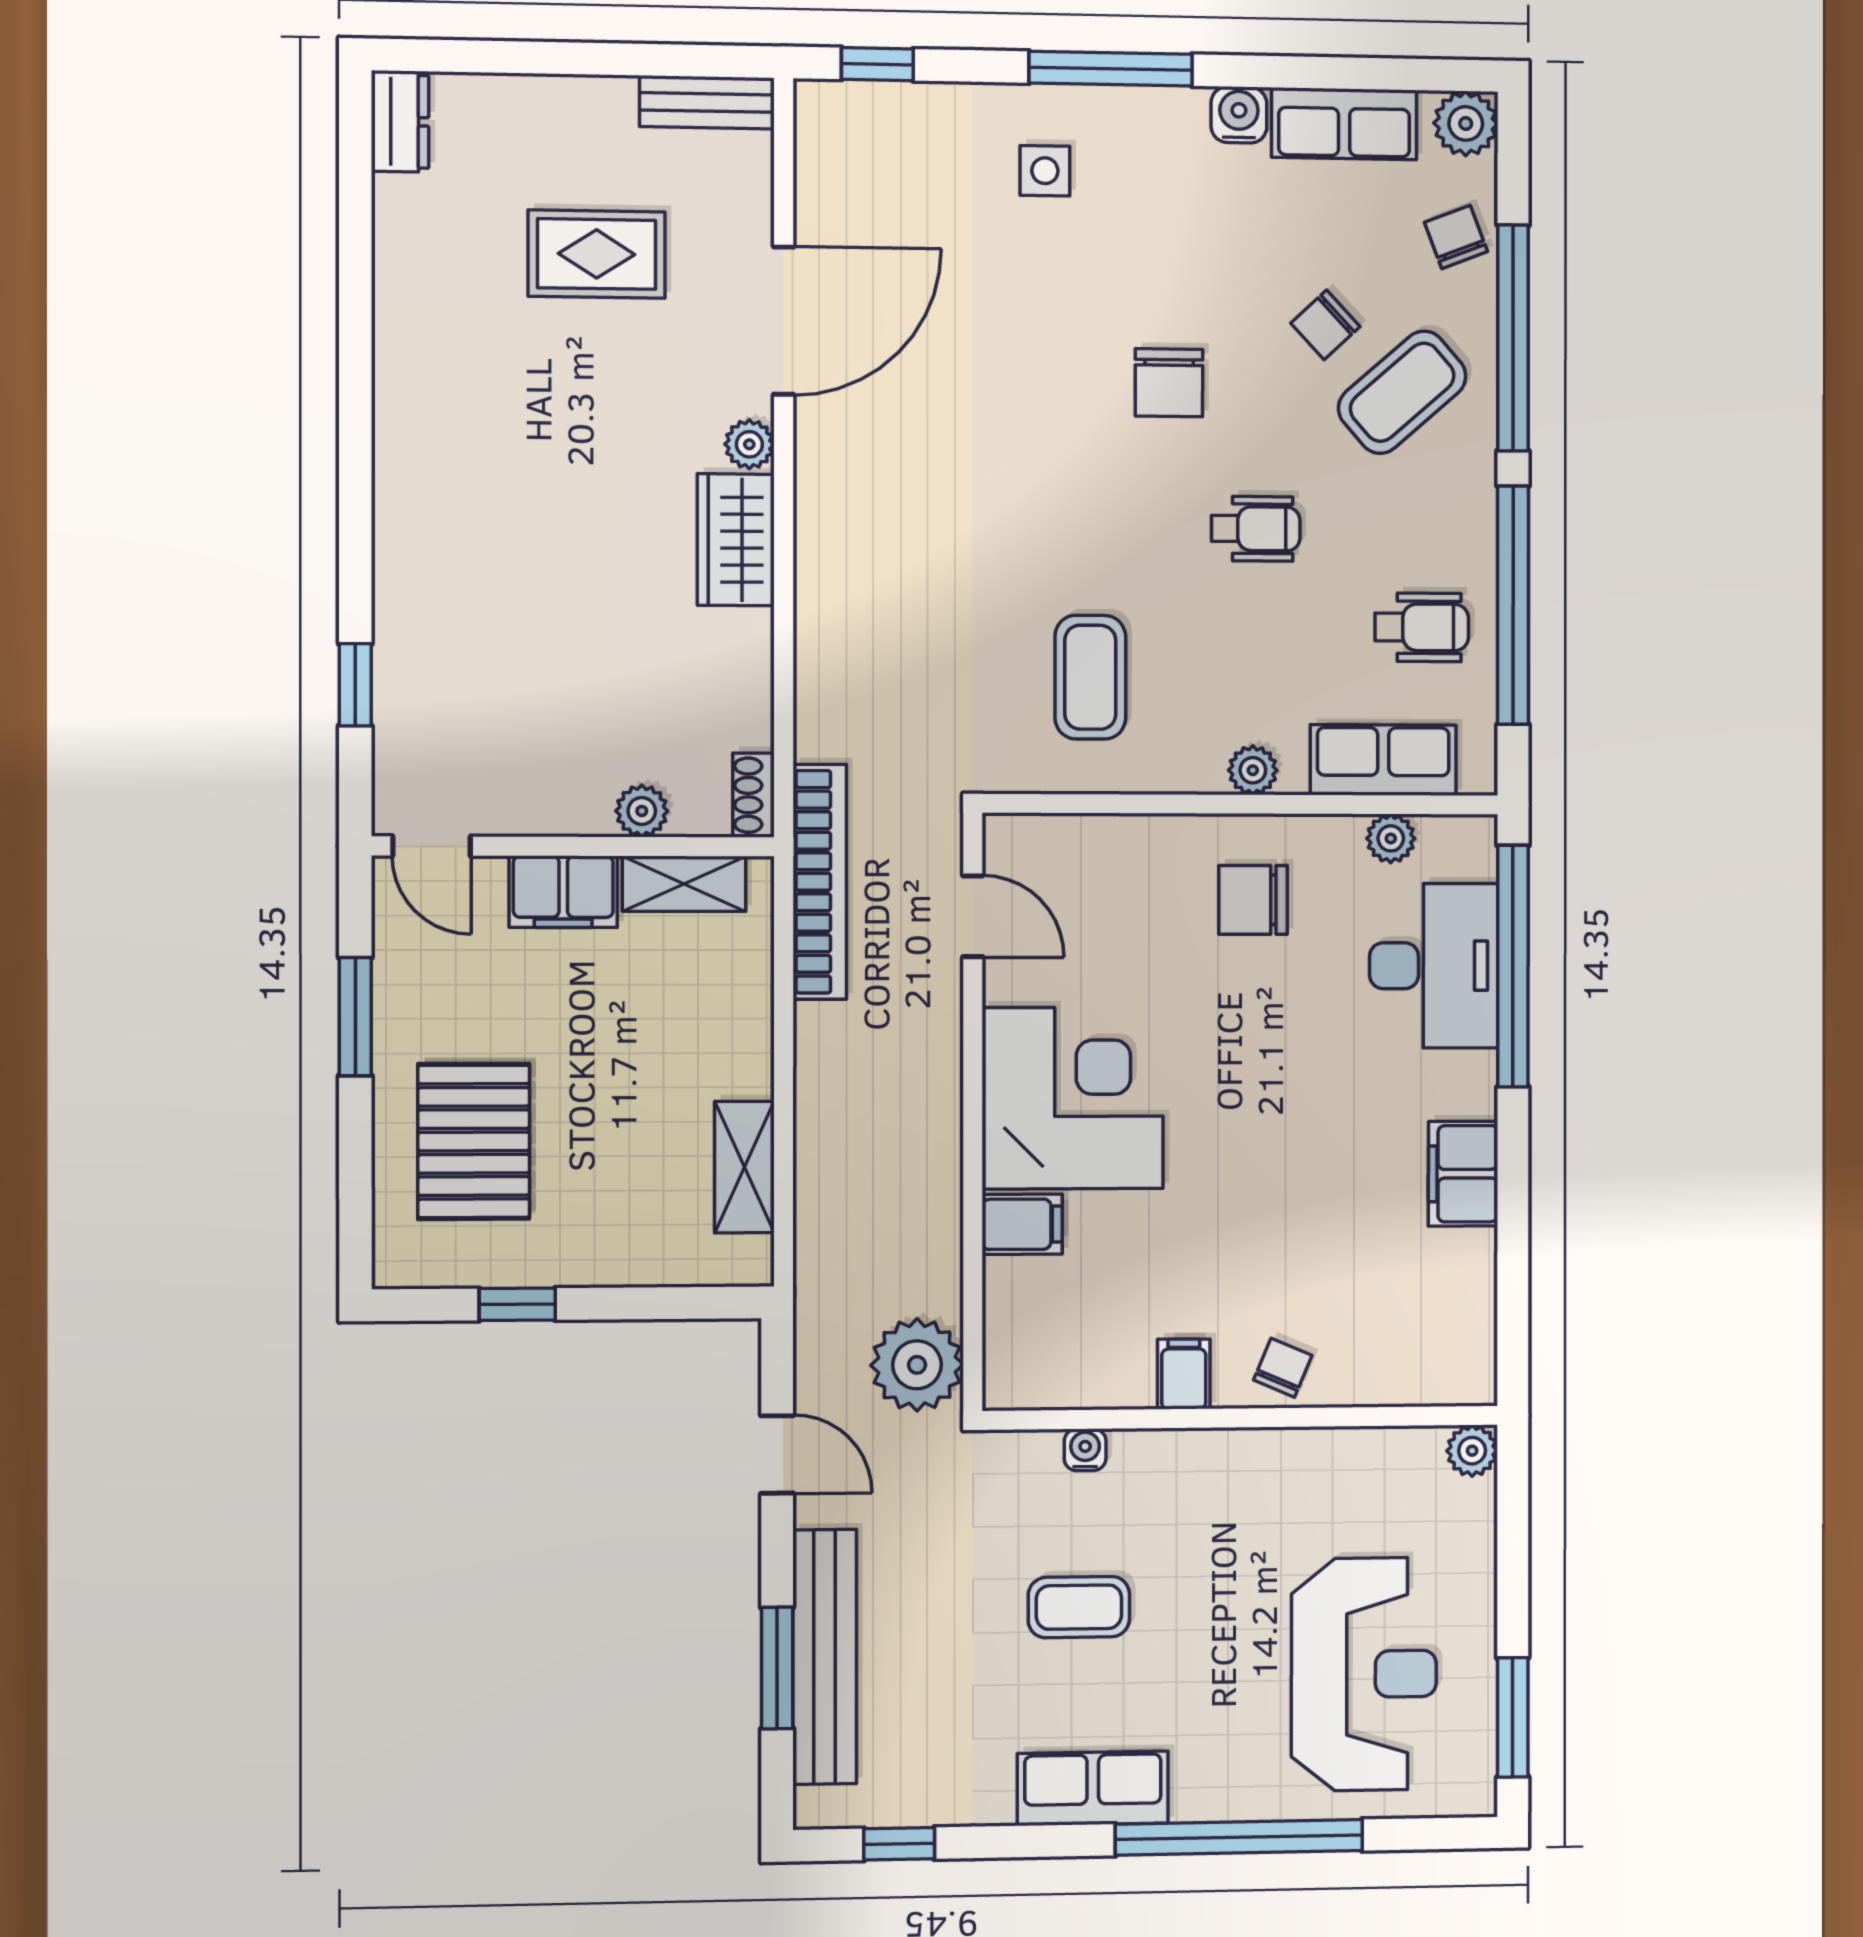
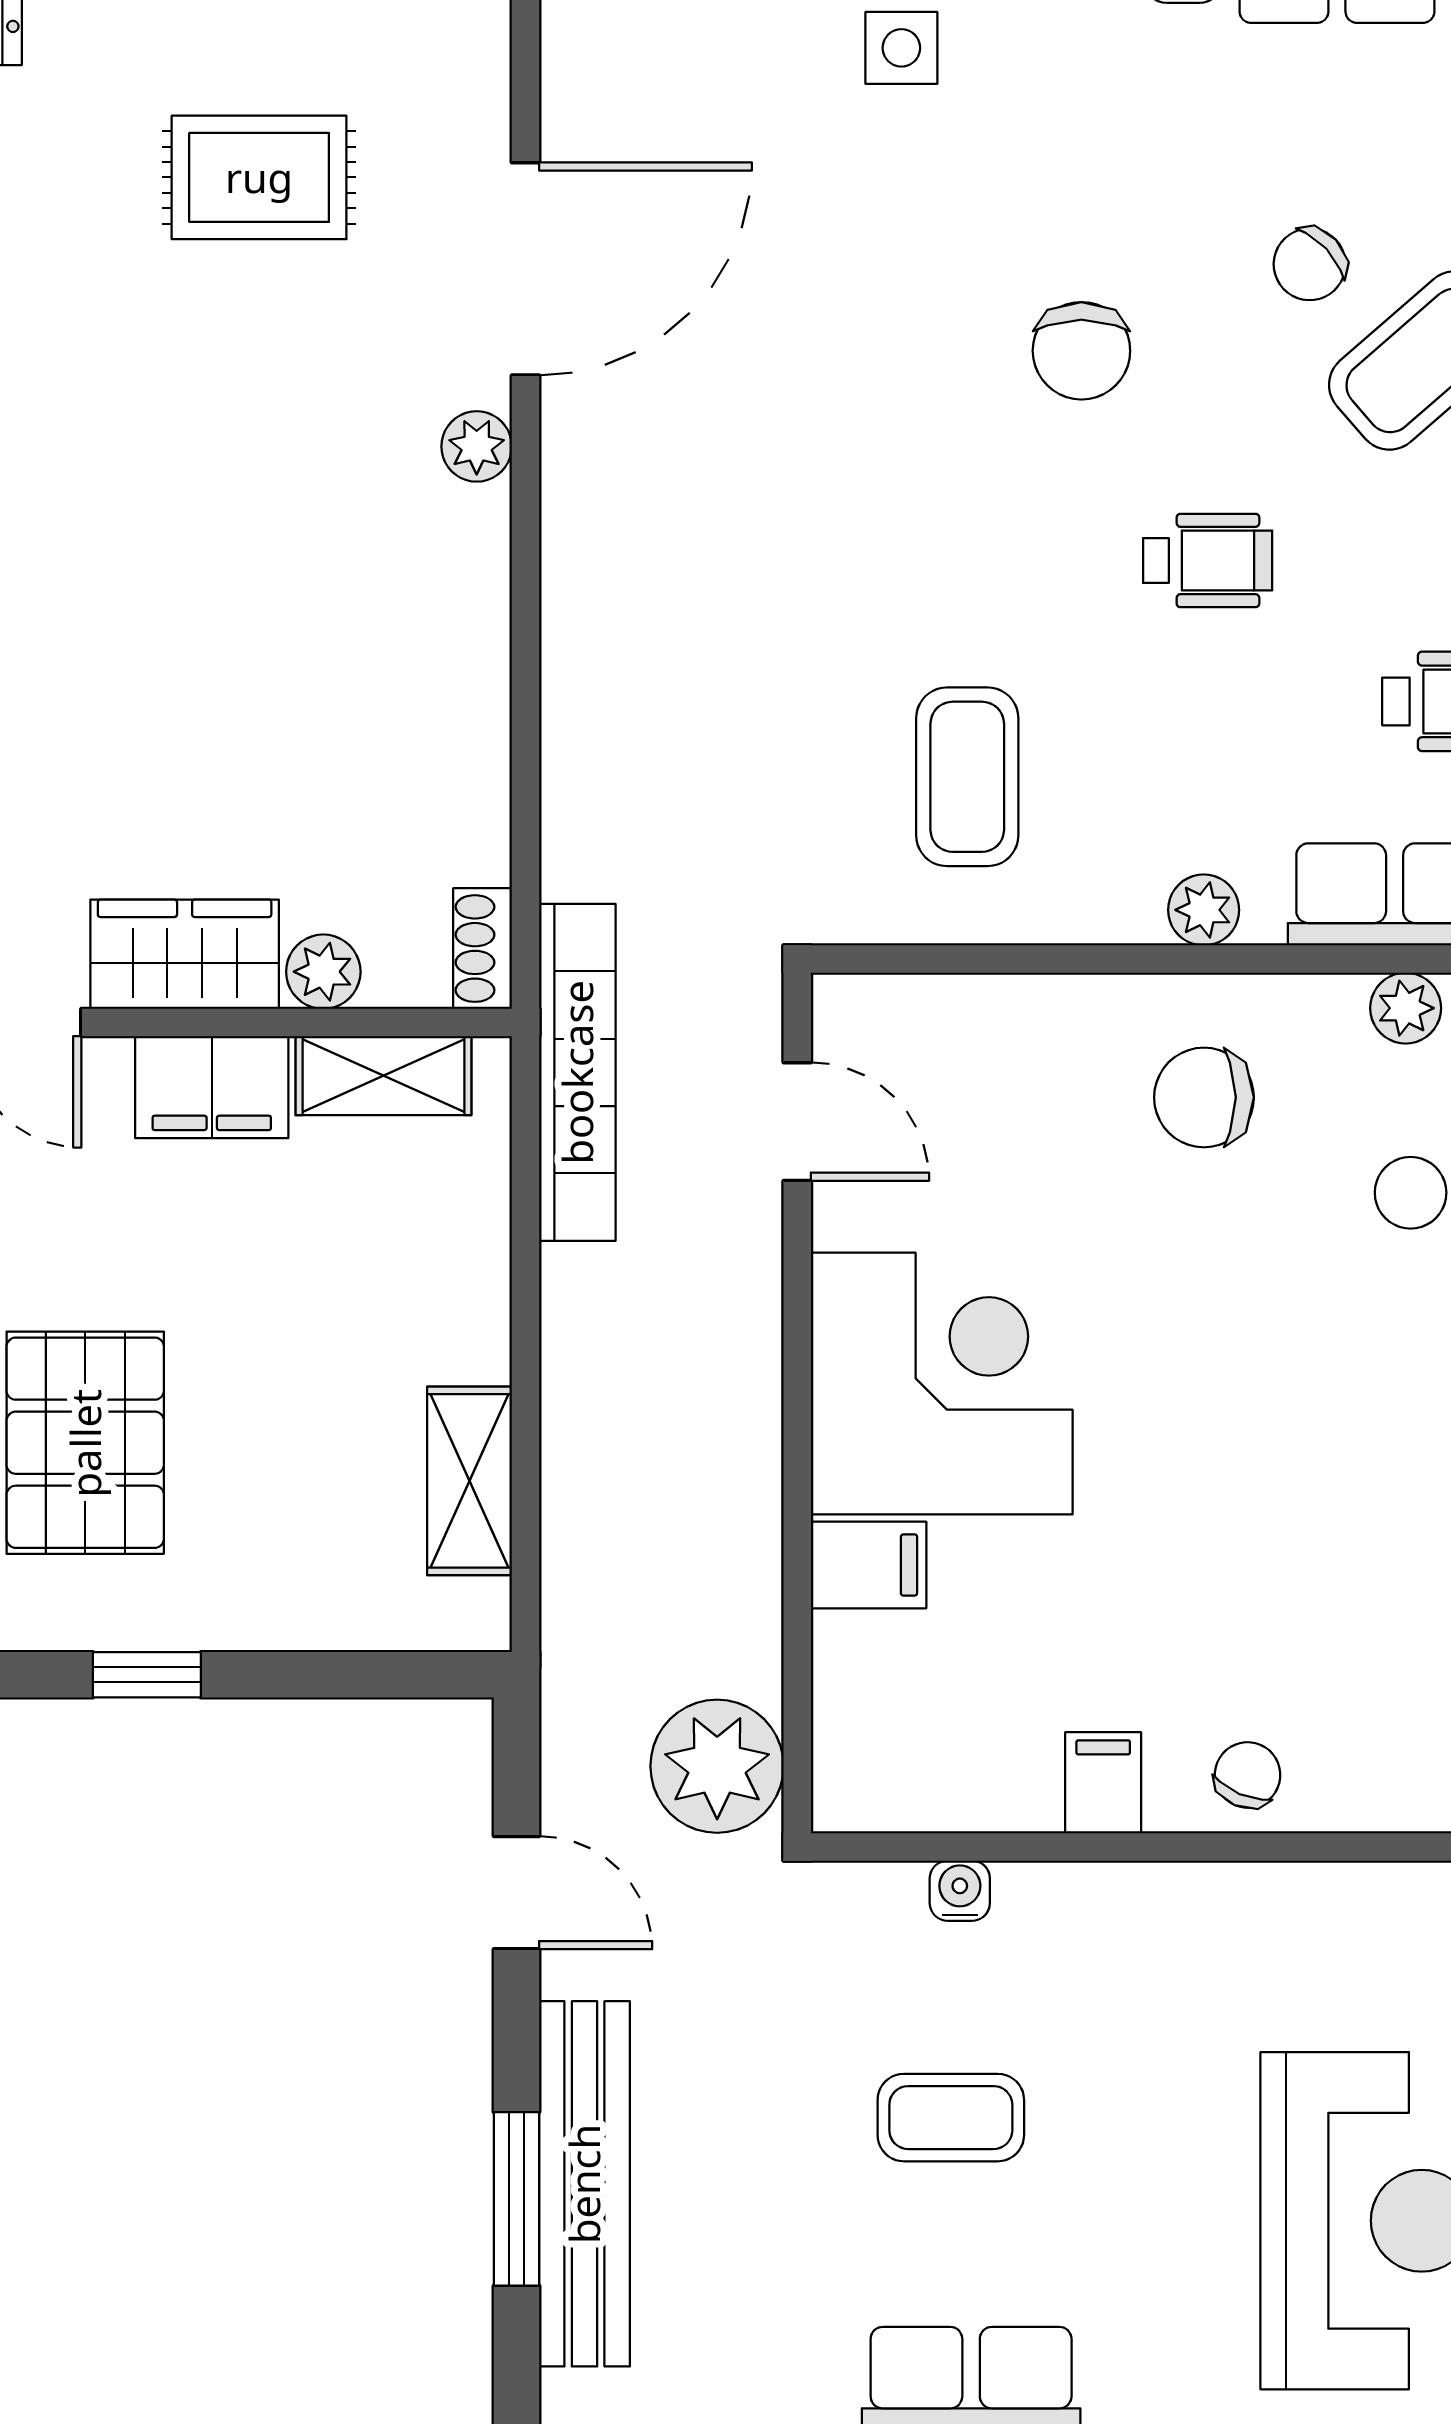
wardrobe: (736, 540) -> (185, 954), moved, turned 90

